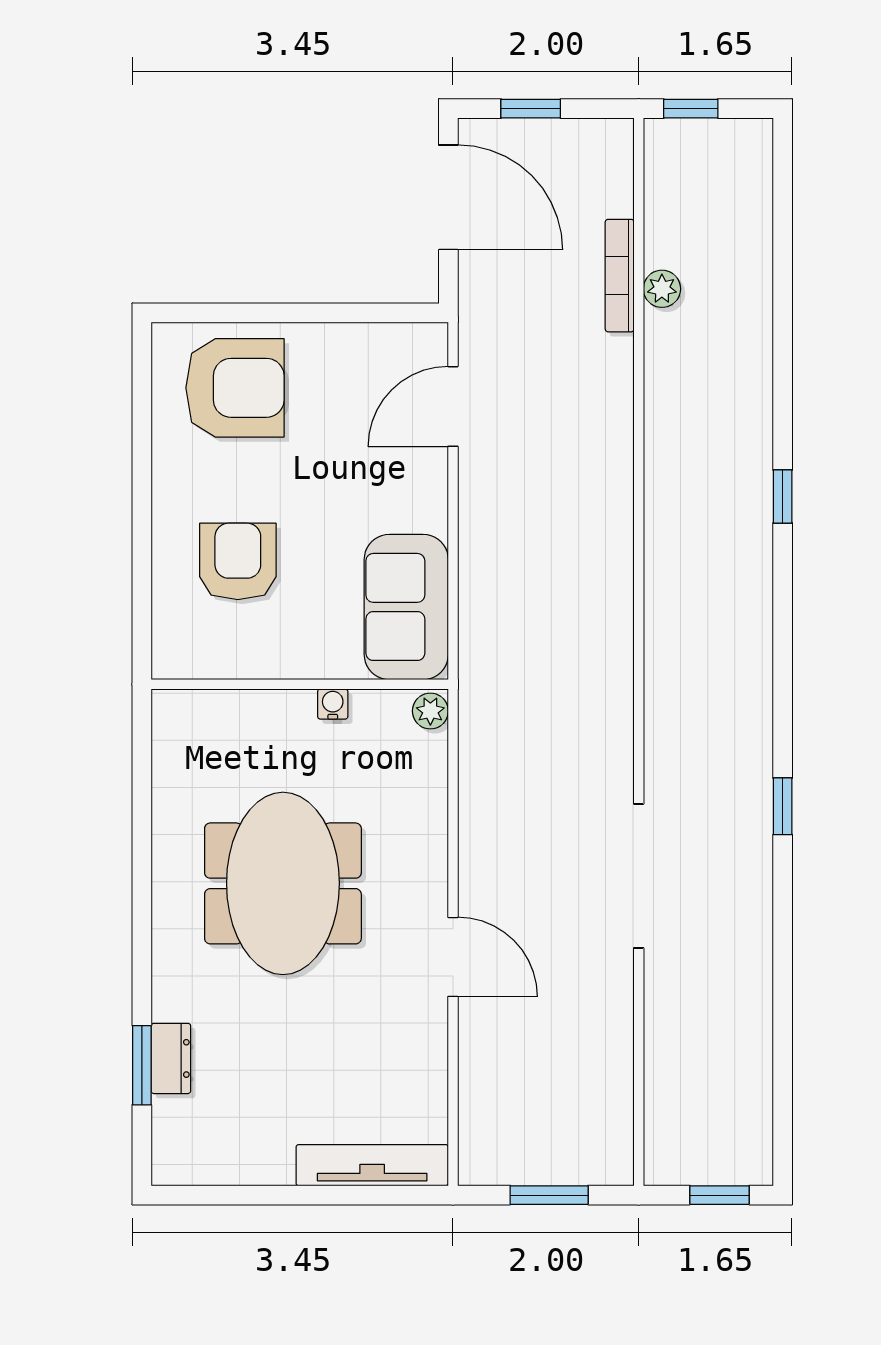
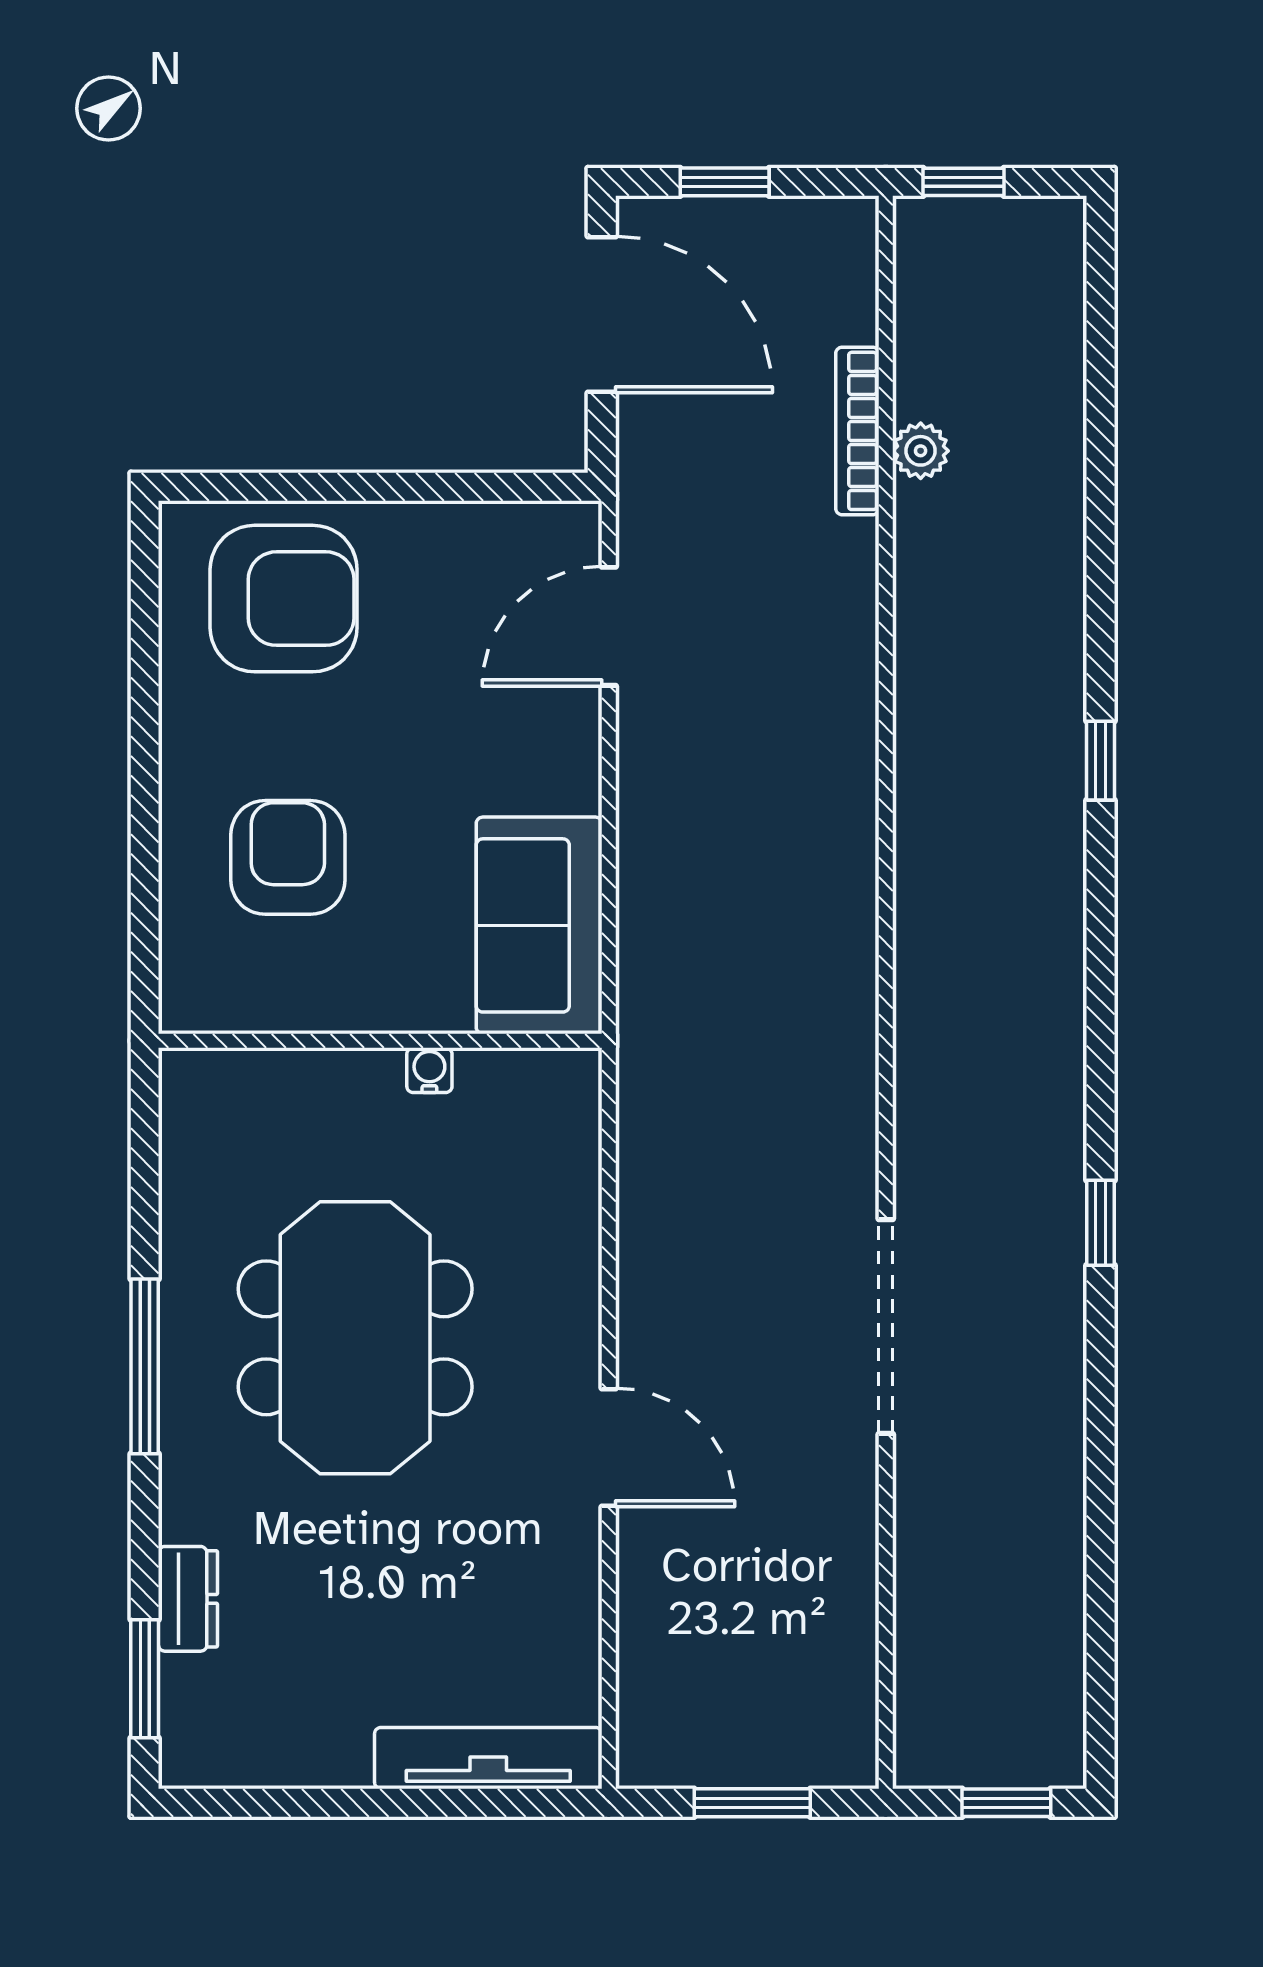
plant: (430, 711) -> (575, 1081), removed
window: (142, 903) -> (145, 1366), added
window: (142, 1065) -> (145, 1679), moved

